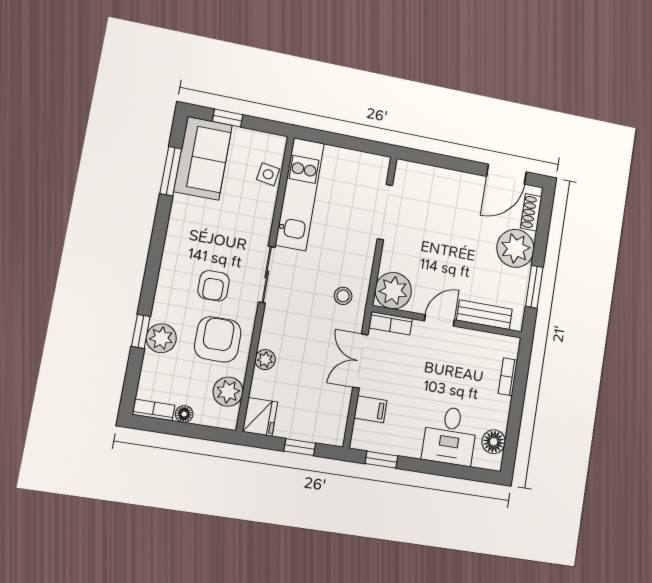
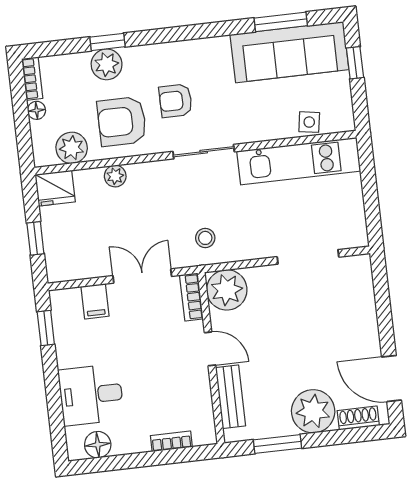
sofa: (203, 158) -> (289, 52), width x1.36
armchair: (218, 339) -> (122, 121), turned 180

